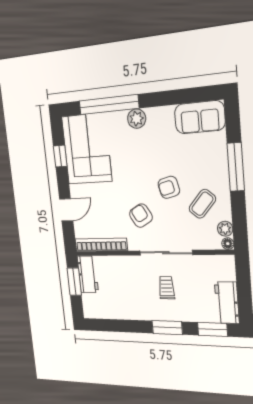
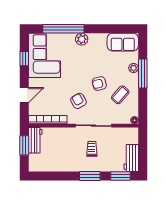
plant: (225, 229) -> (134, 68), moved

